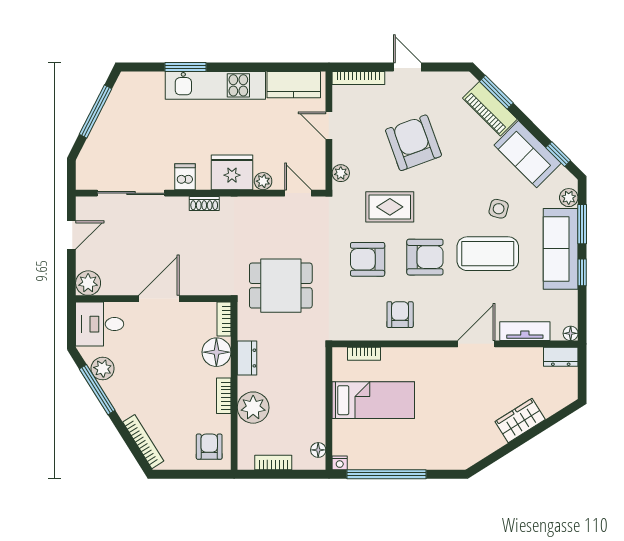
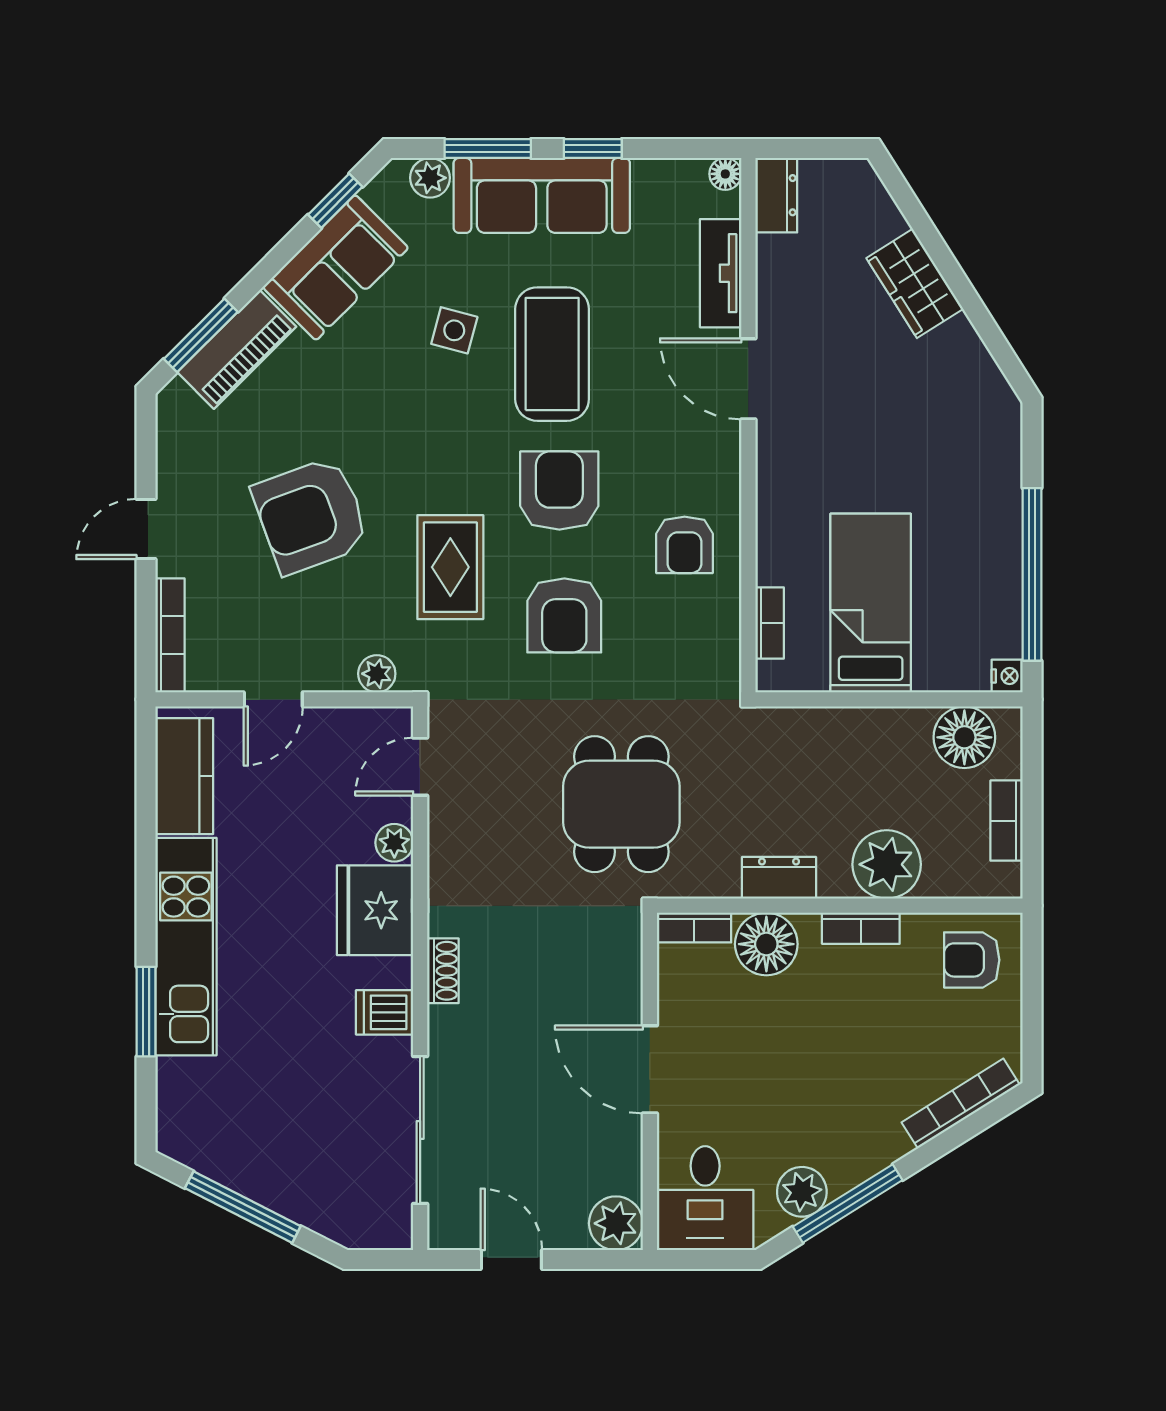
armchair: (400, 315) -> (685, 545), turned -90
floor lamp: (318, 450) -> (964, 737), width x1.89, depth x1.89

